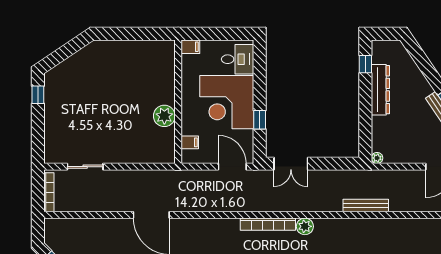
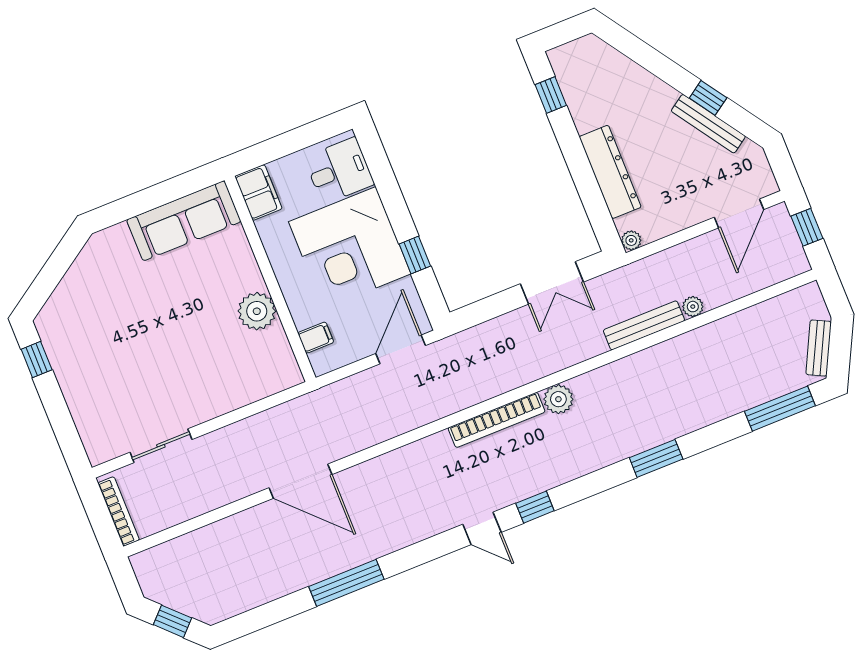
filing cabinet: (190, 47) -> (258, 192), width x2.00
sofa: (145, 53) -> (184, 221), added
dresser: (380, 90) -> (610, 172), moved
double door: (291, 164) -> (552, 283), moved
door: (232, 167) -> (401, 349), hinge flipped
plant: (395, 206) -> (693, 307), added

